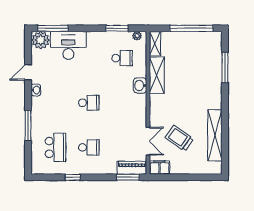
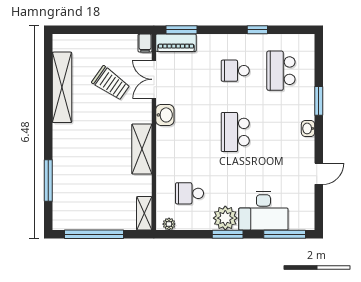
window: (117, 28) -> (228, 234), moved
plant: (41, 40) -> (225, 218), moved
shelving: (157, 75) -> (142, 149), moved
washbasin: (140, 85) -> (165, 115), moved
washbasin: (36, 90) -> (308, 128), moved
school desk: (89, 103) -> (235, 132), width x1.85
window: (28, 125) -> (319, 101), width x0.69
filing cabinet: (160, 168) -> (145, 43), width x0.50

